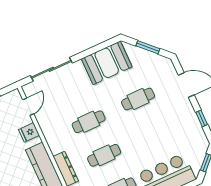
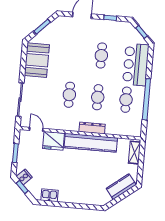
cafe table: (138, 99) -> (101, 55), moved
fridge: (29, 132) -> (54, 141), width x1.88, depth x1.34

